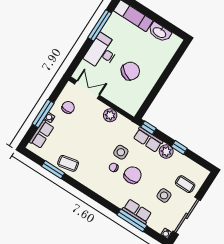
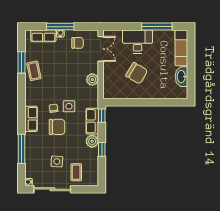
row of seats: (137, 211) -> (31, 119), moved

